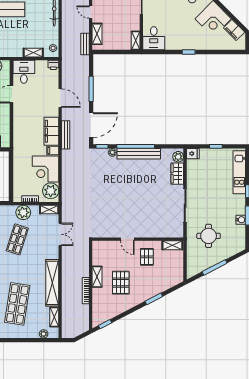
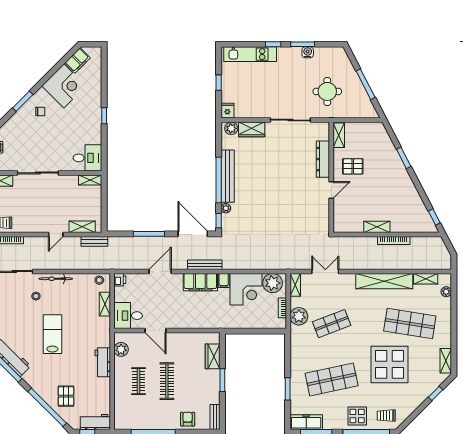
dresser: (153, 232) -> (323, 159), added
shop shelf: (17, 239) -> (332, 324), turned -39
pallet: (121, 283) -> (384, 198), removed

